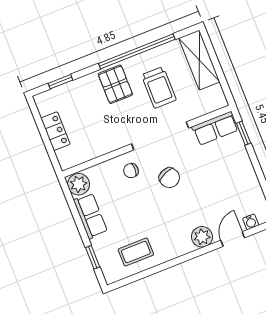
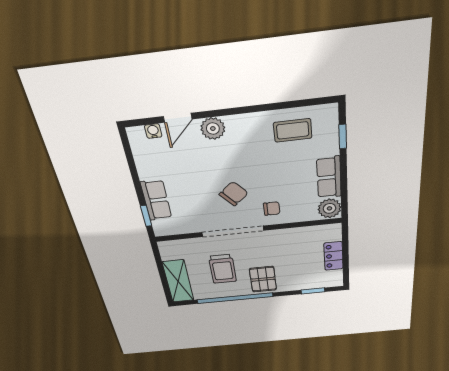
trolley: (159, 87) -> (223, 269), turned 180
row of seats: (215, 128) -> (156, 200), moved, turned 90
chair: (169, 178) -> (234, 194), turned 71

